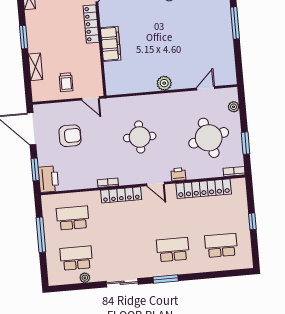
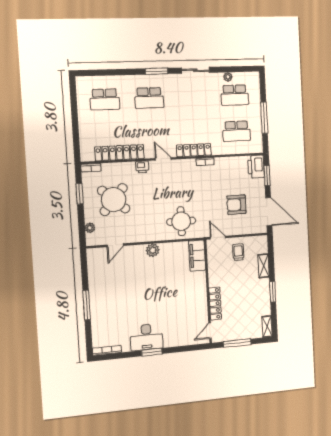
filing cabinet: (111, 44) -> (197, 256), moved
round table: (140, 137) -> (181, 221), moved
round table: (209, 138) -> (114, 200), turned -34
window: (252, 221) -> (75, 120), removed

